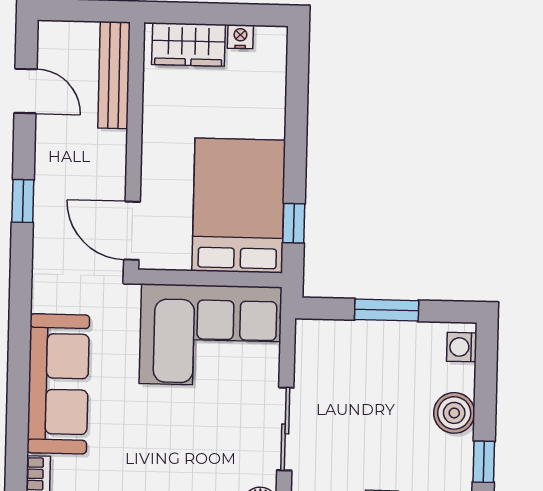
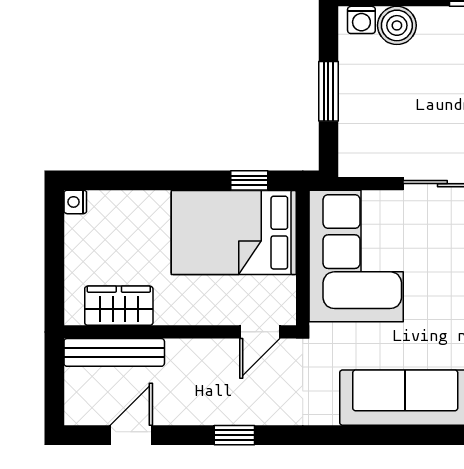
nightstand: (240, 37) -> (75, 202), moved
wardrobe: (188, 44) -> (119, 306), moved, turned -90
door: (132, 231) -> (260, 332), width x0.73
boiler: (454, 413) -> (397, 25), moved

